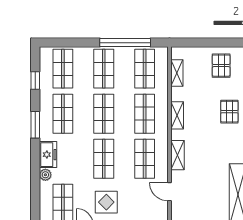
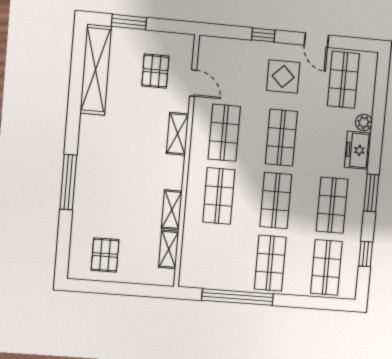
shop shelf: (145, 69) -> (213, 259), removed
pallet: (229, 112) -> (155, 71), moved
shelving: (177, 115) -> (172, 210), moved

